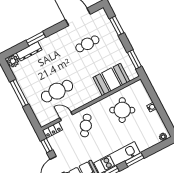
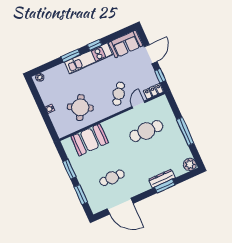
dresser: (29, 51) -> (162, 179), moved
window: (134, 59) -> (69, 169), moved
door: (66, 116) -> (138, 105), swing flipped

